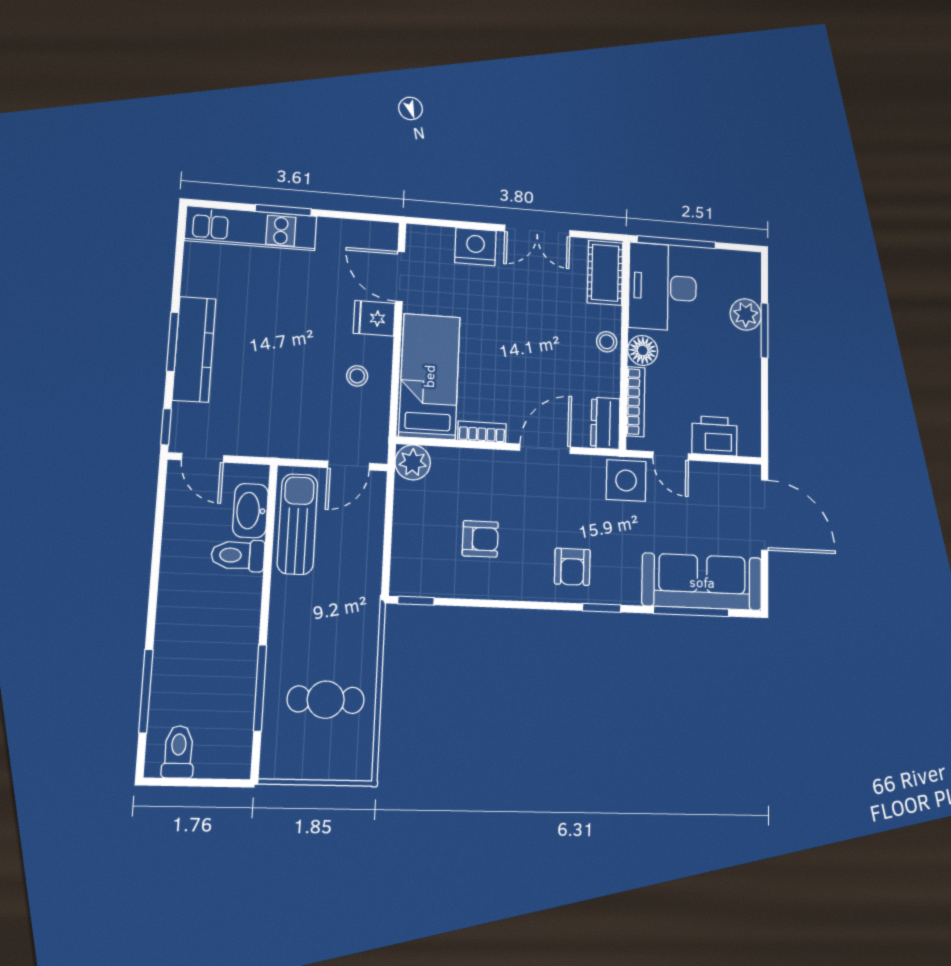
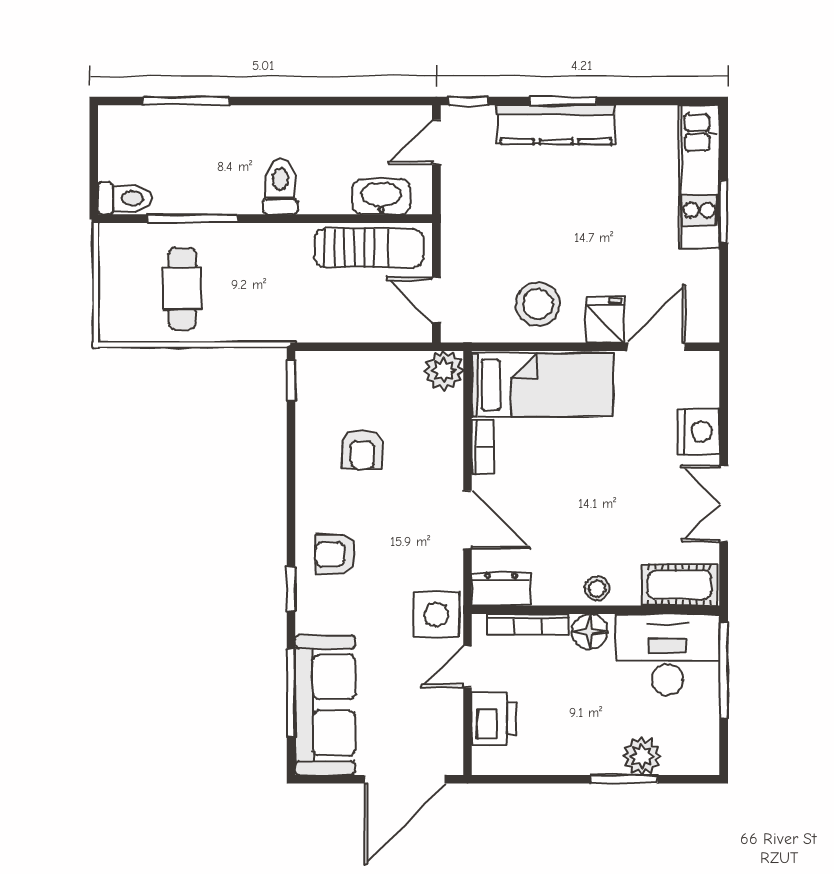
stool: (357, 376) -> (538, 304), width x1.89, depth x1.89
toilet: (238, 555) -> (281, 186), moved
toilet: (178, 752) -> (125, 198), moved

